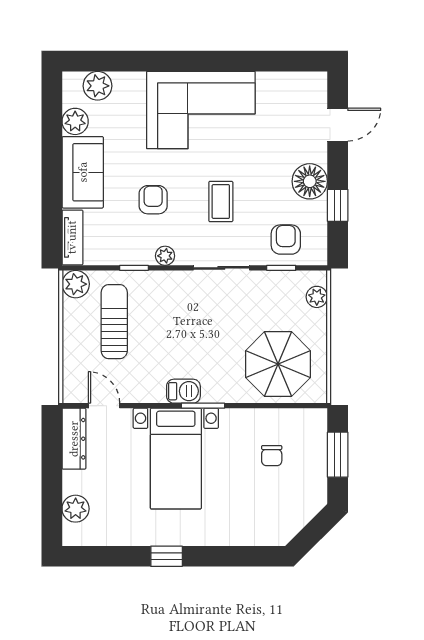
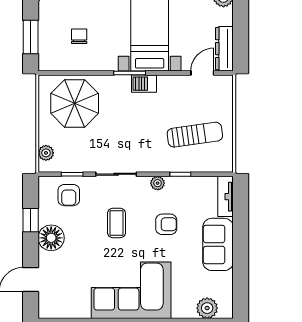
plant: (75, 121) -> (224, 282), removed
armchair: (153, 200) -> (166, 224), turned -90
plant: (76, 284) -> (223, 162), removed
sun lounger: (114, 322) -> (195, 135), turned -98
door: (104, 406) -> (202, 73), swing flipped

